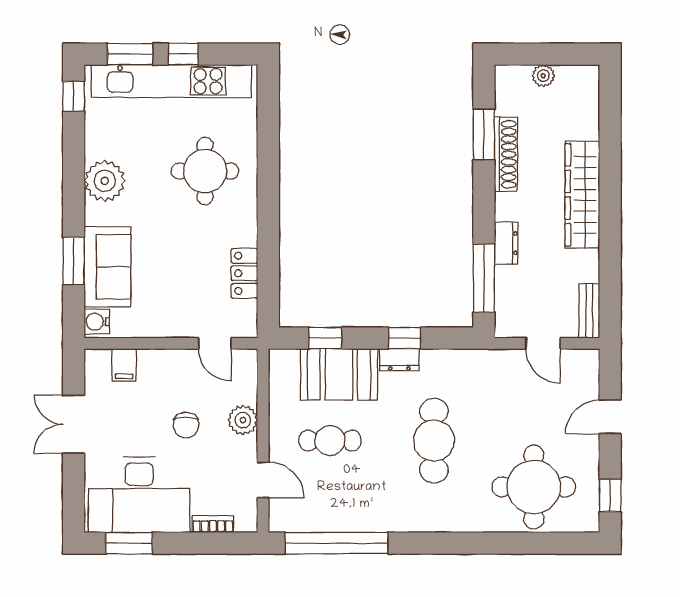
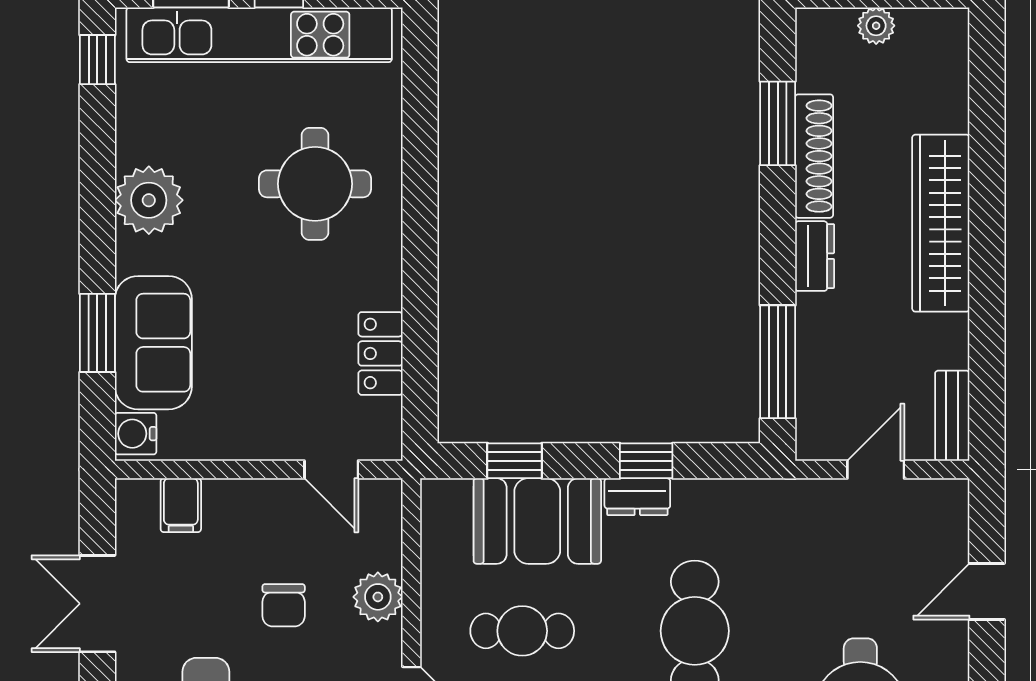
dresser: (506, 243) -> (815, 256), moved
door: (543, 343) -> (876, 470), swing flipped

